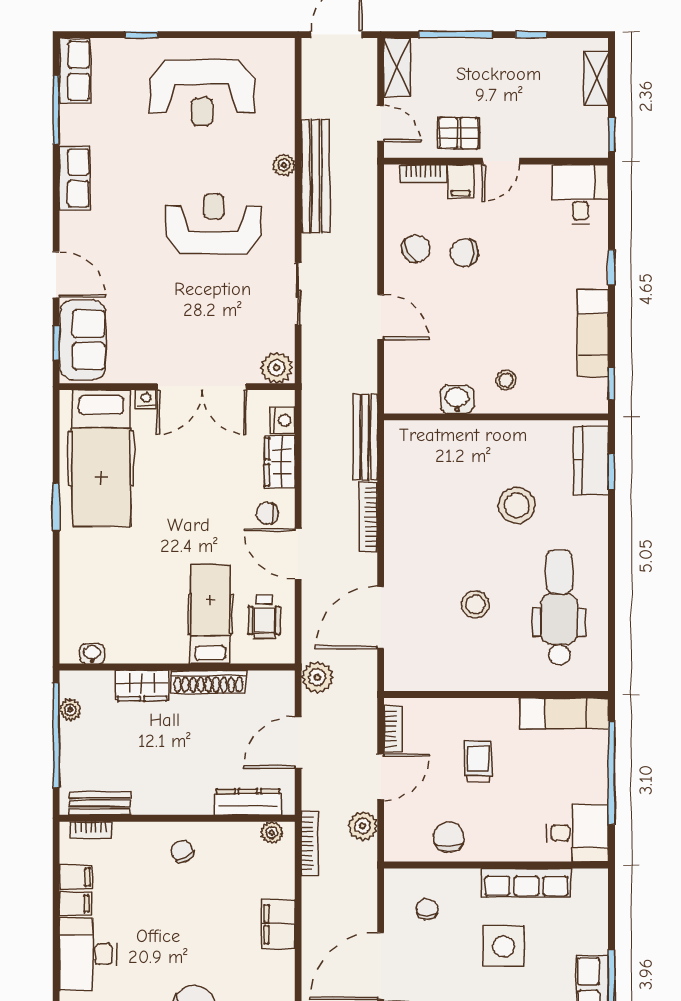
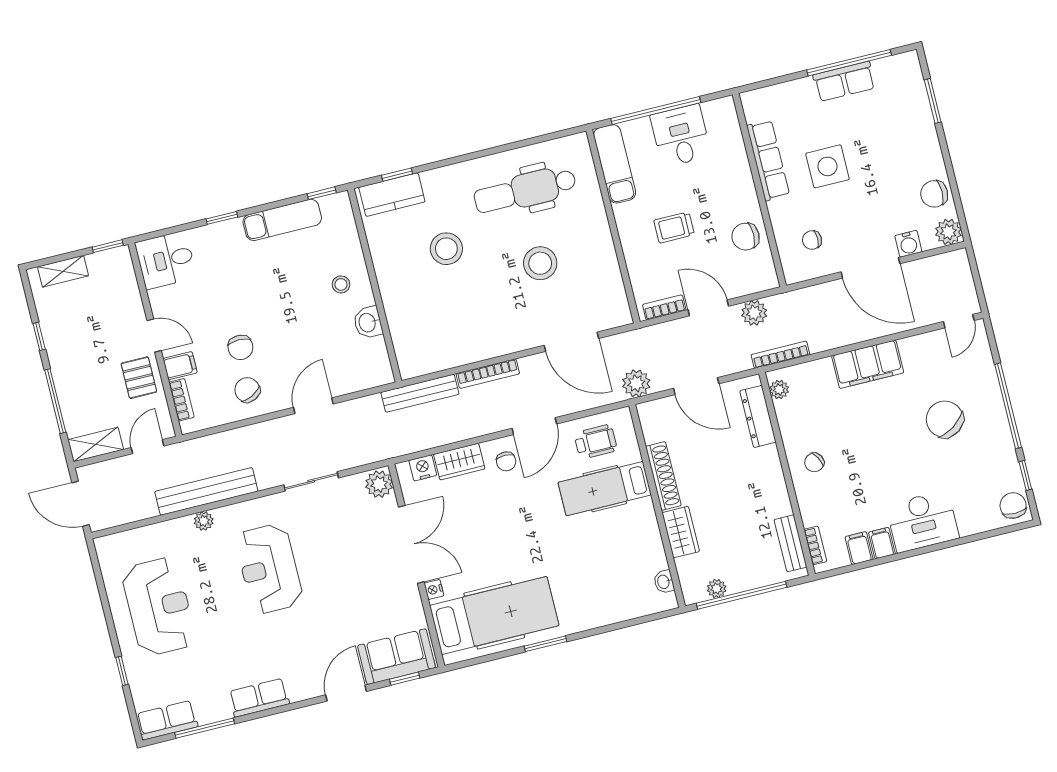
stool: (475, 605) -> (540, 263), width x1.38, depth x1.38
desk: (577, 833) -> (681, 136), moved
filing cabinet: (278, 924) -> (868, 364), width x1.50, depth x1.17

